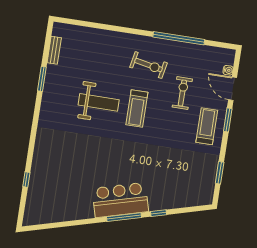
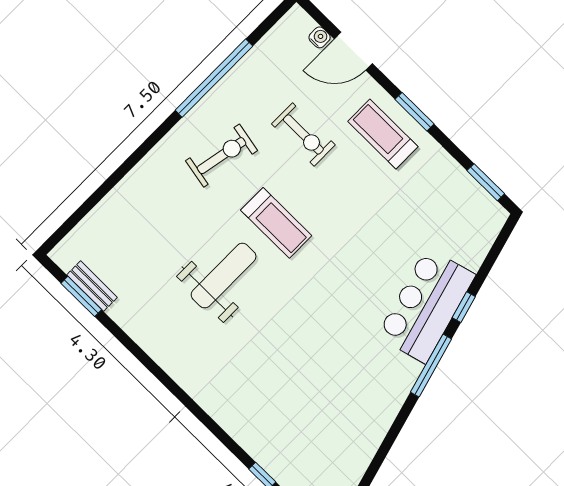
window: (42, 79) -> (81, 296), moved
exercise bike: (182, 93) -> (303, 134), turned 180
window: (228, 120) -> (415, 112), moved
window: (220, 173) -> (486, 182), moved
bar counter: (120, 200) -> (426, 306), moved

